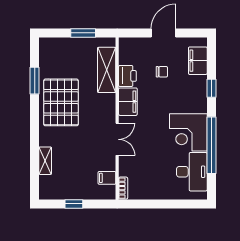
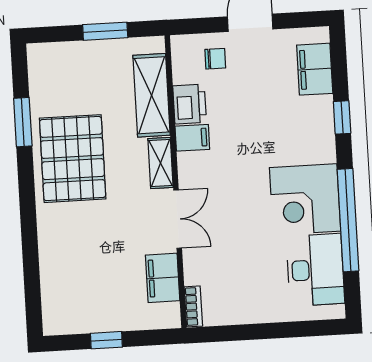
chair: (162, 72) -> (215, 59), moved
filing cabinet: (128, 102) -> (192, 138), width x0.50
shelving: (45, 161) -> (161, 163), moved
filing cabinet: (107, 178) -> (163, 278), width x2.00

